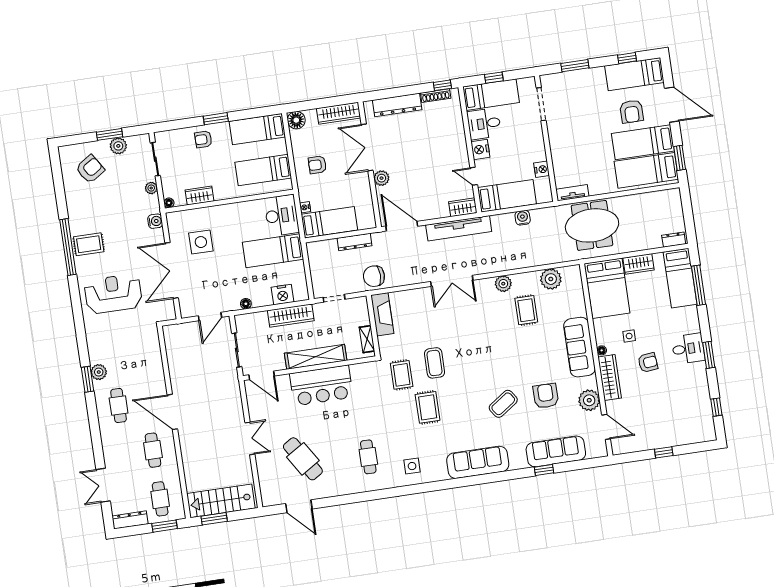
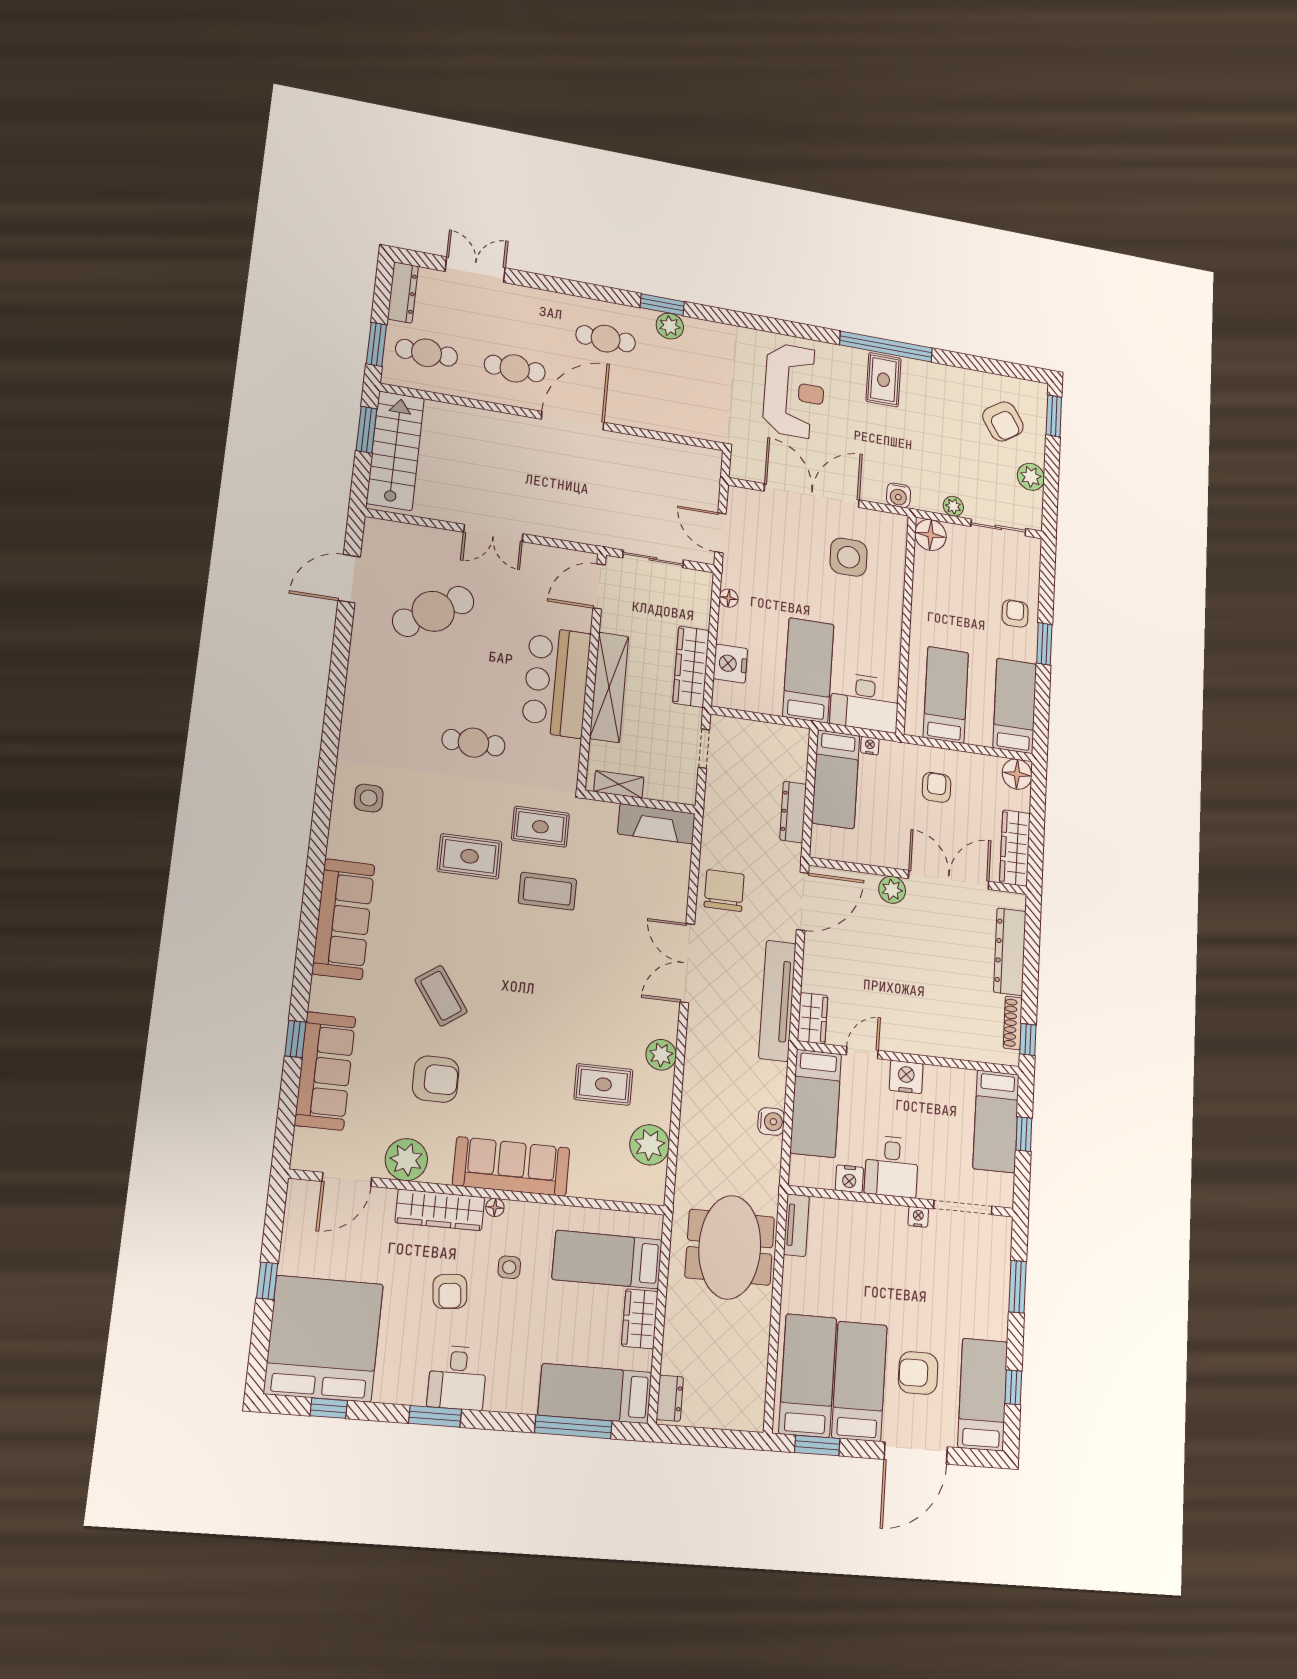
desk: (484, 124) -> (891, 1167), moved, turned 180
nightstand: (552, 128) -> (918, 1217), added
window: (110, 134) -> (1054, 416), moved
wardrobe: (199, 196) -> (925, 579), removed
floor lamp: (169, 203) -> (930, 535), width x1.89, depth x1.89
chair: (374, 276) -> (724, 891), moved
bed: (607, 288) -> (607, 1260), width x0.67
bed: (685, 418) -> (324, 1339), added
cafe table: (368, 457) -> (473, 743), moved

